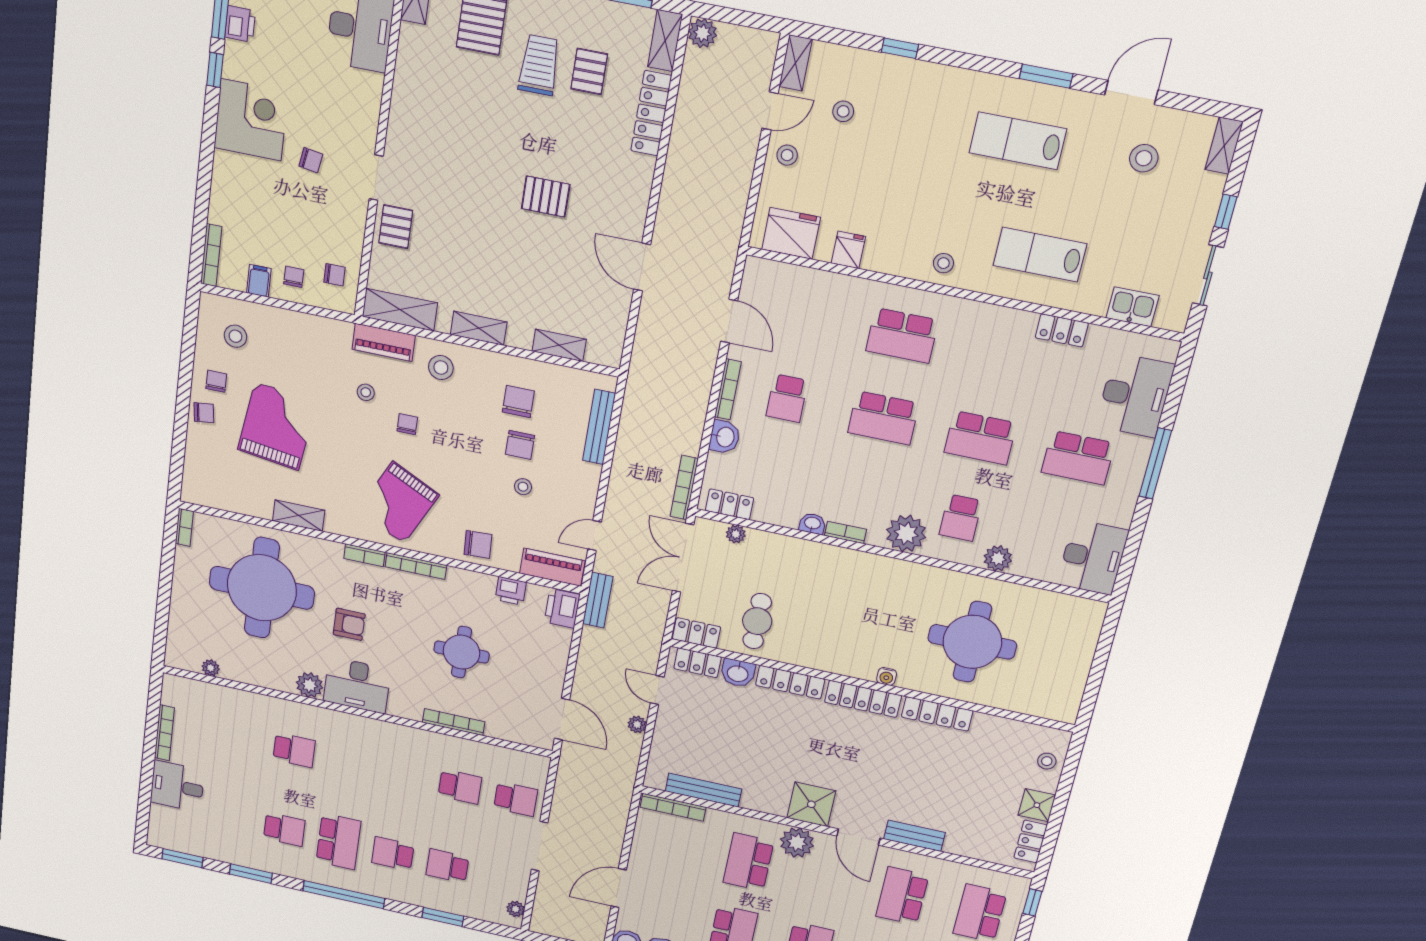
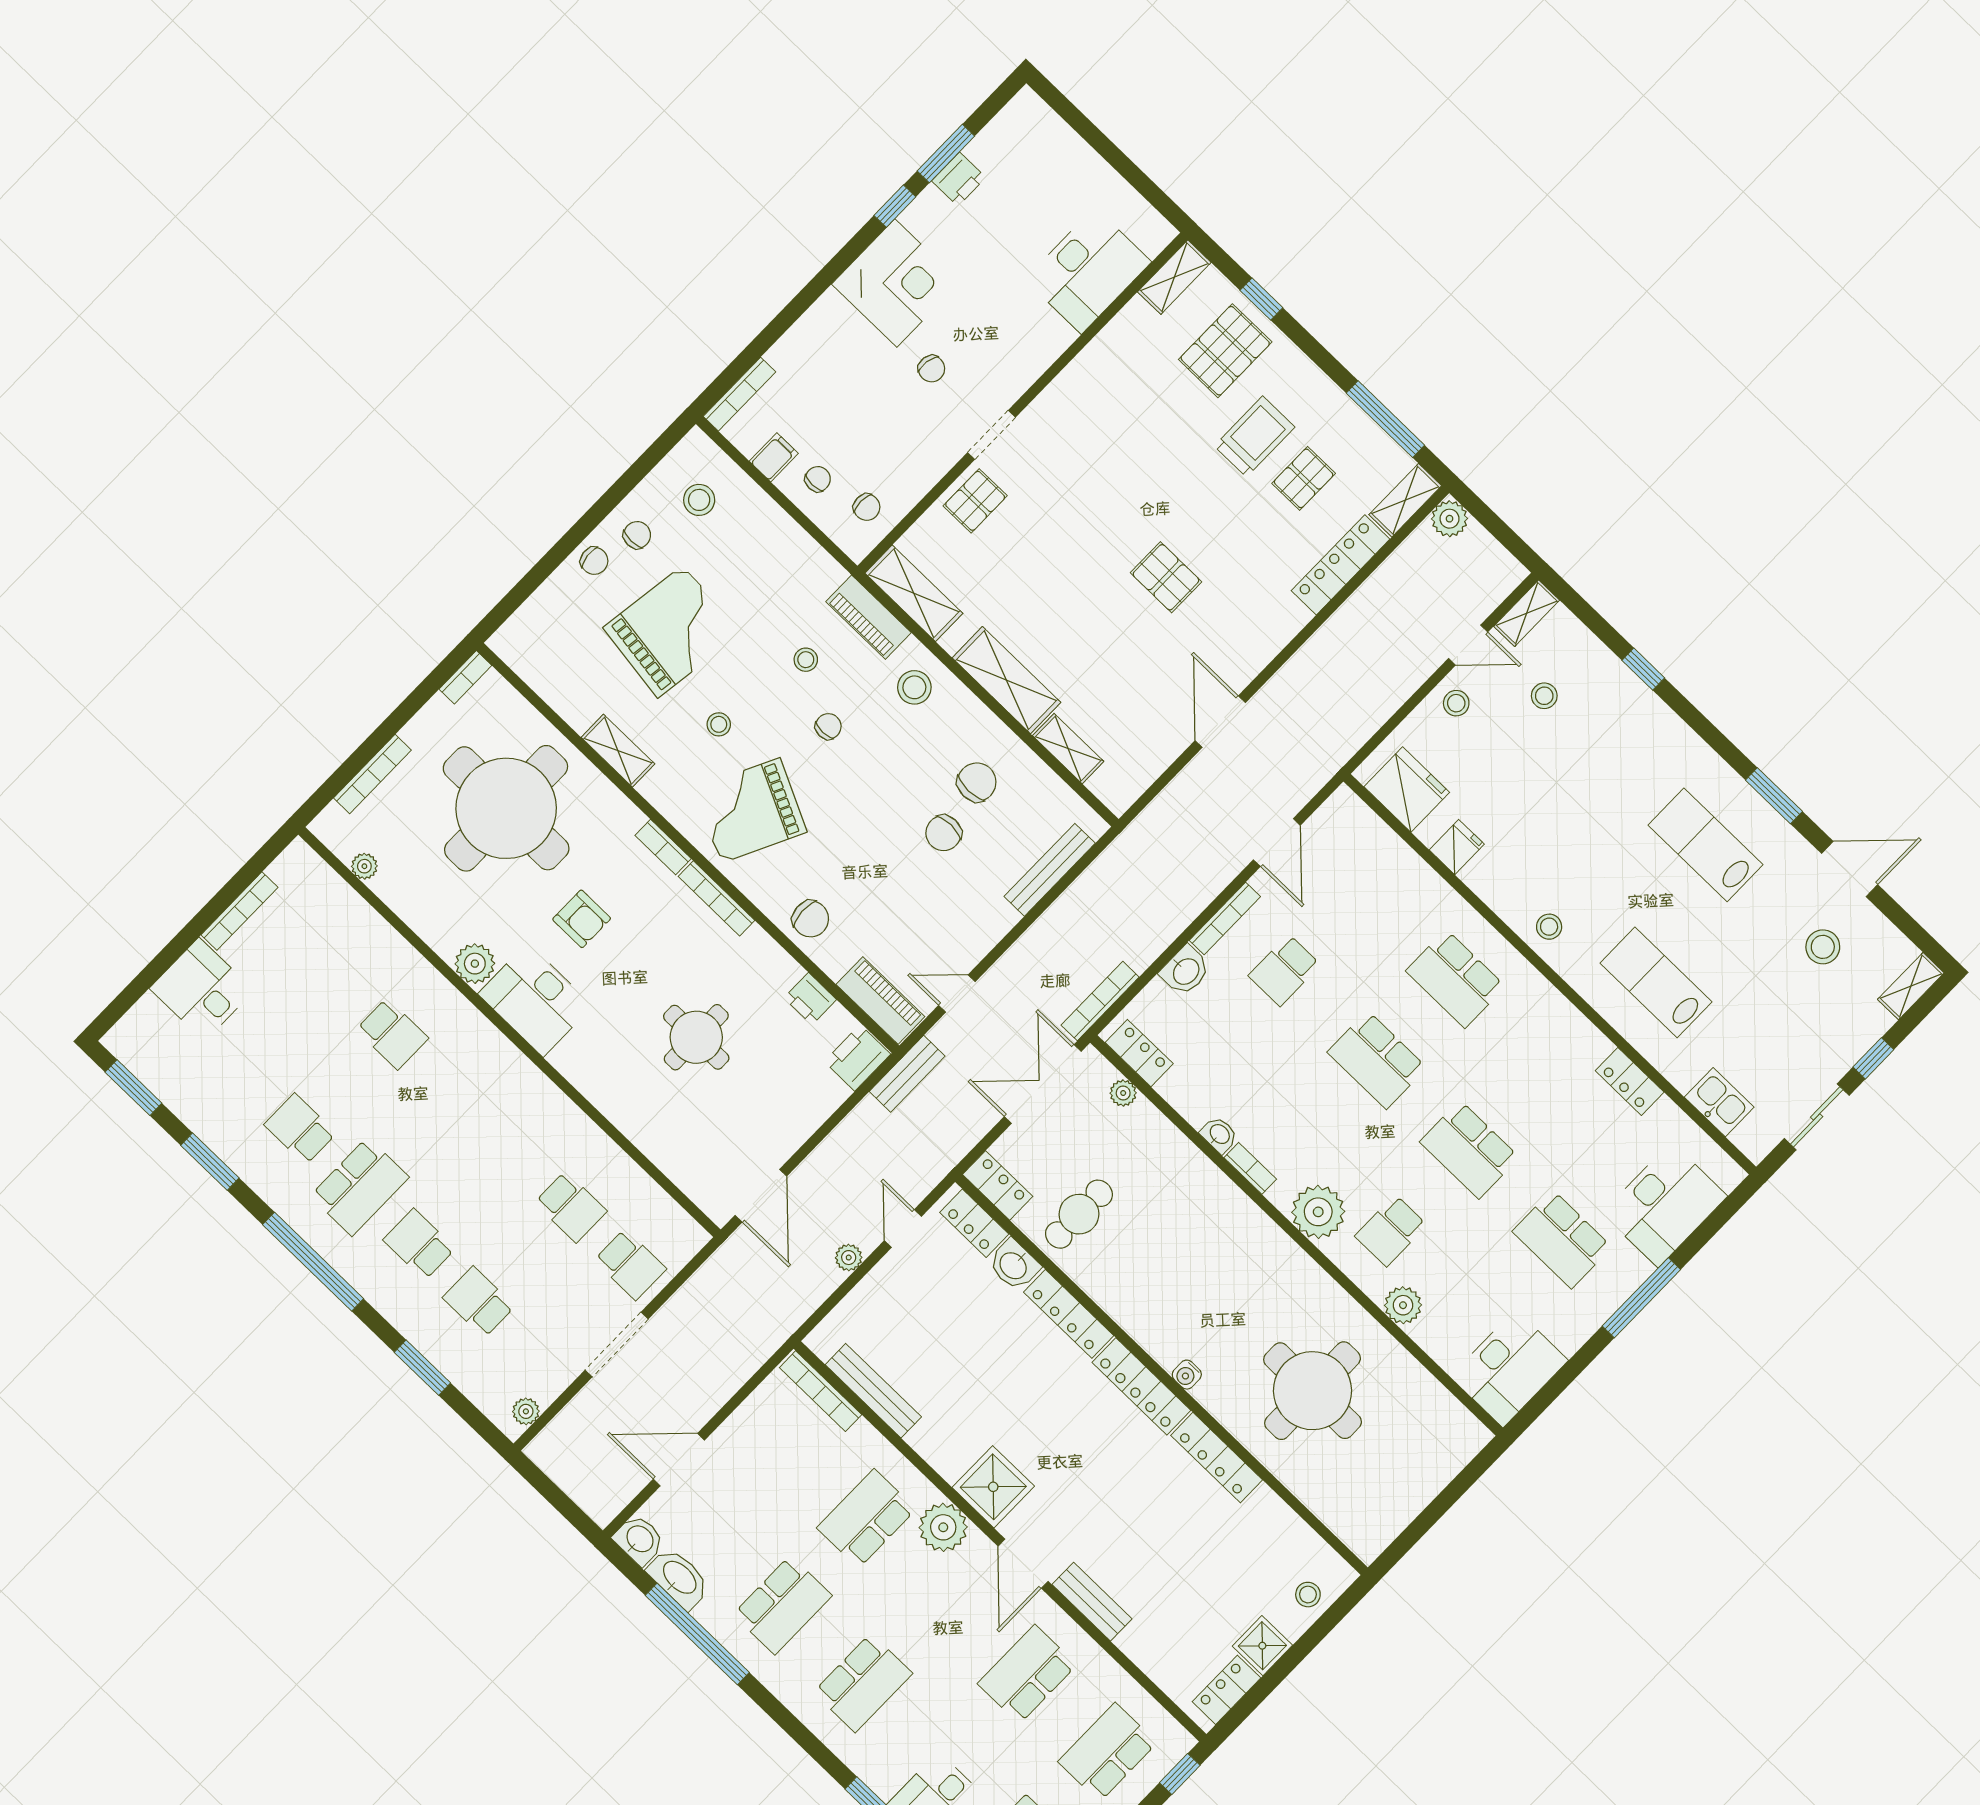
shelving: (479, 328) -> (1006, 680), width x1.50, depth x1.33
stool: (523, 487) -> (719, 724), moved
bookcase: (454, 722) -> (372, 774), moved, turned 90
school desk: (284, 829) -> (300, 1129), turned 180

